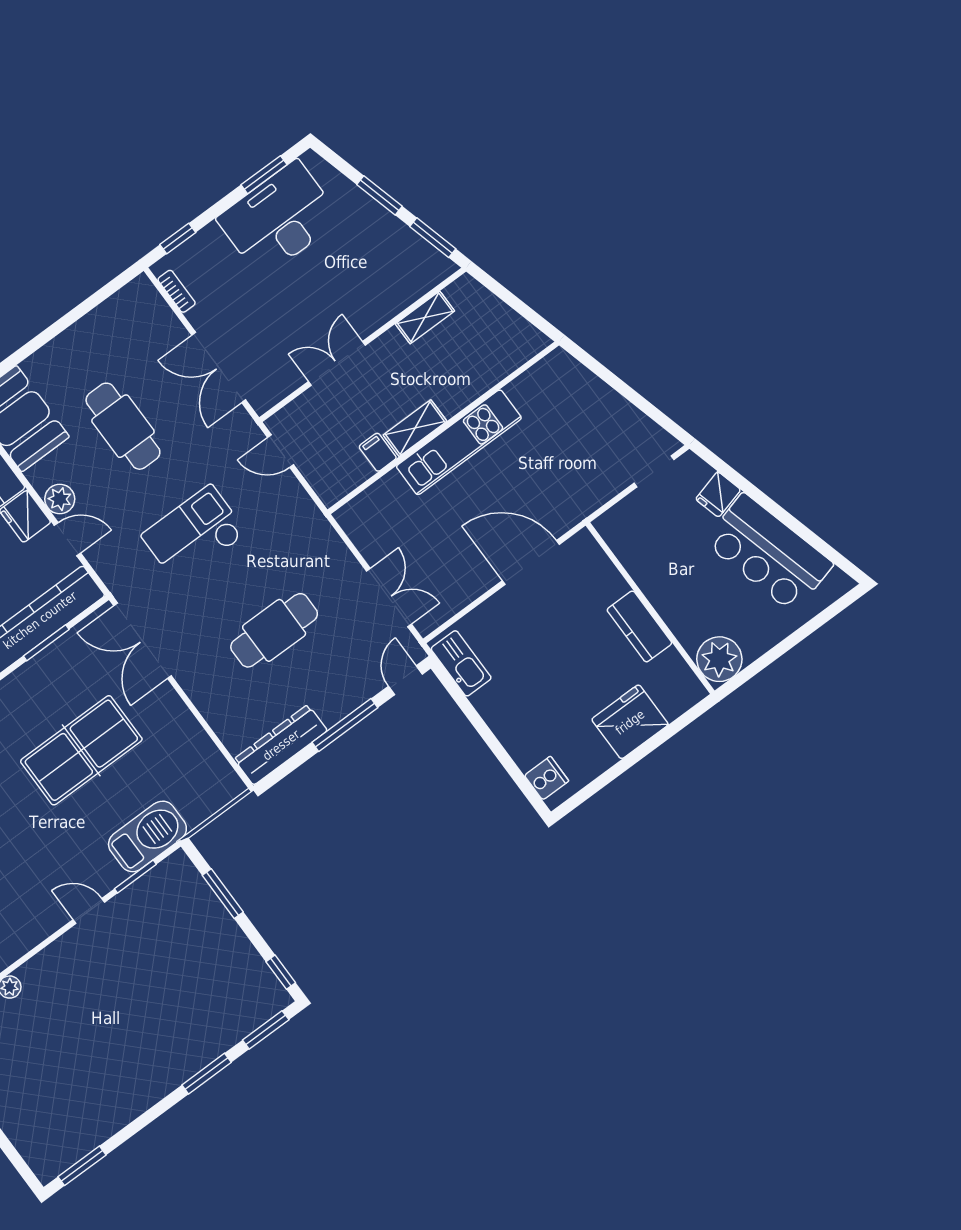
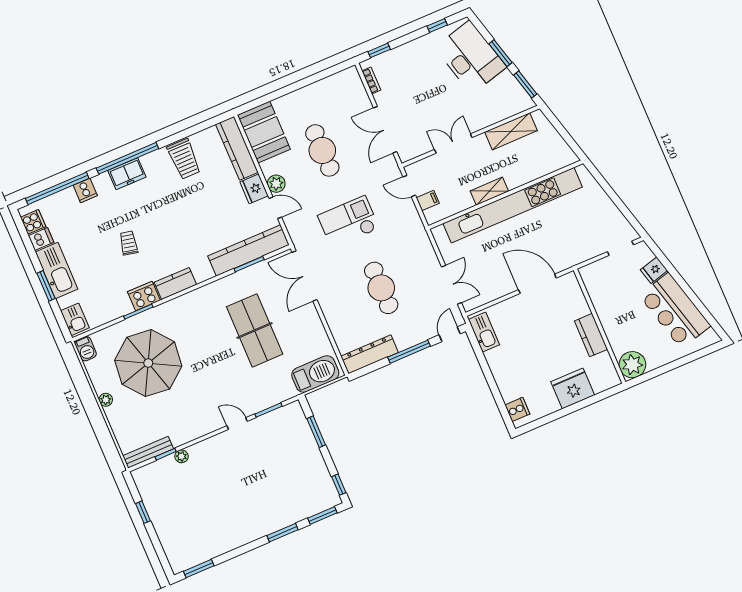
window: (264, 175) -> (437, 26), width x0.67
desk: (279, 219) -> (471, 57), moved, turned 75
shelving: (425, 317) -> (511, 131), width x1.50, depth x1.33
kitchen unit: (459, 442) -> (513, 205), width x1.86
filing cabinet: (378, 452) -> (428, 201), moved, turned 90
cafe table: (274, 630) -> (381, 288), turned 90
table tennis table: (81, 750) -> (255, 330), turned 90
barbecue: (147, 836) -> (315, 374), moved

